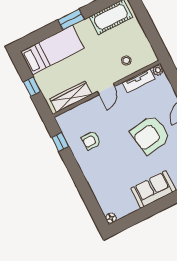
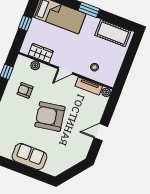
wardrobe: (71, 97) -> (41, 53), width x0.67
plant: (77, 112) -> (35, 65), added
armchair: (150, 135) -> (50, 117), moved

